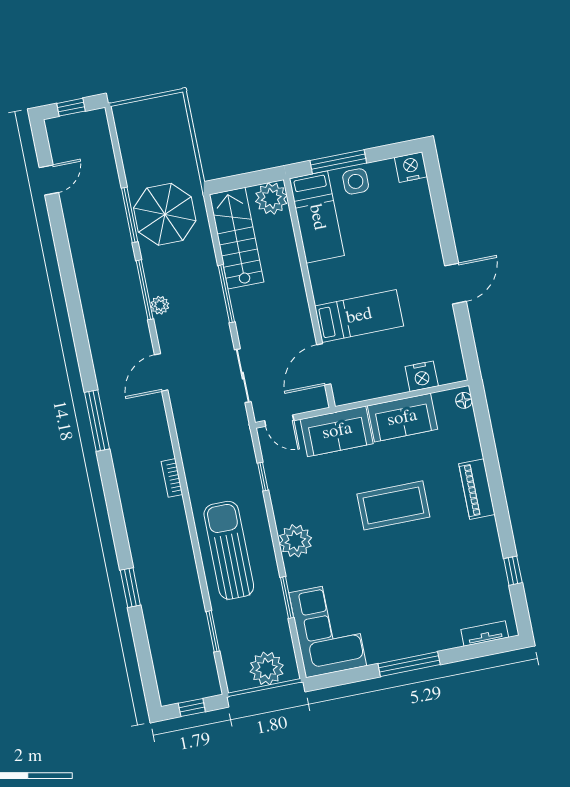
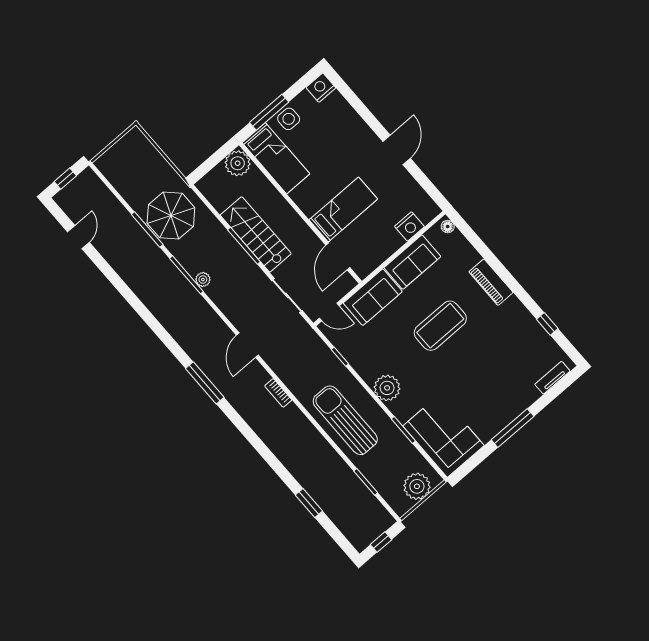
stairs: (237, 238) -> (256, 234), moved
door: (161, 372) -> (247, 345), moved
window: (130, 588) -> (309, 503), moved

